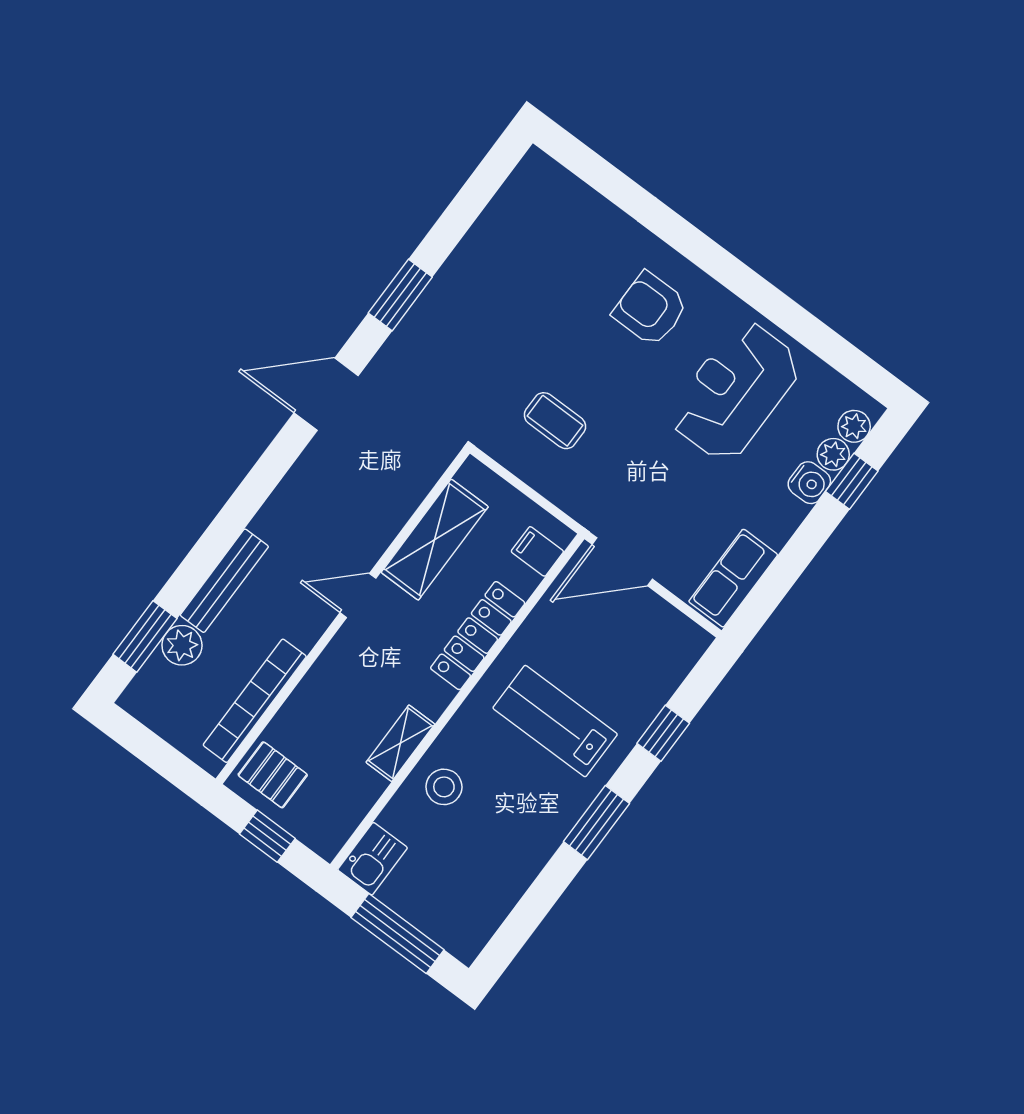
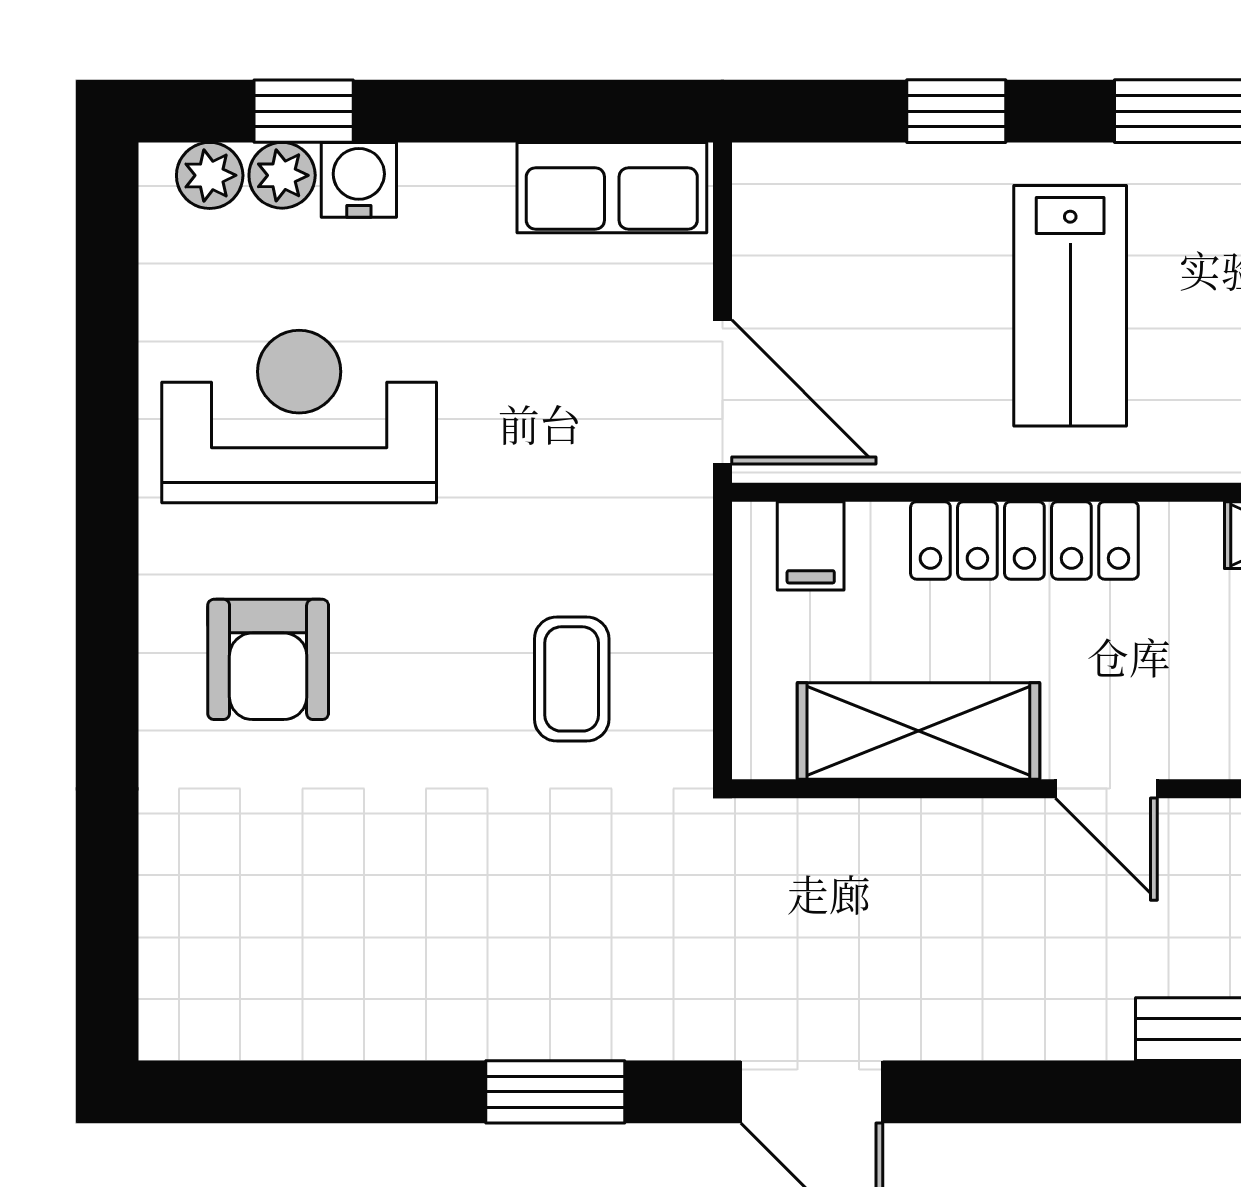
reception desk: (735, 391) -> (299, 417), turned 180

